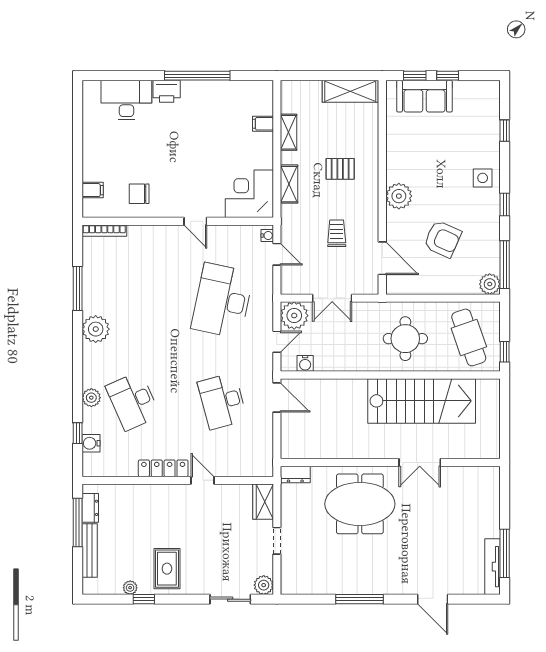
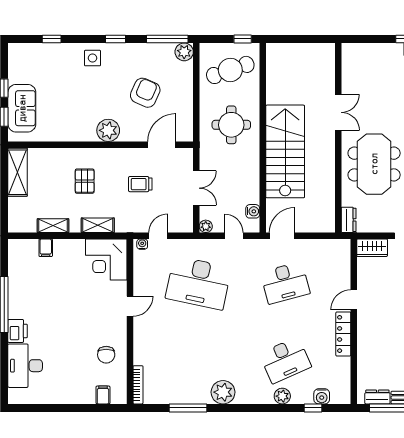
plant: (294, 316) -> (206, 226), width x0.53, depth x0.53
stairs: (422, 401) -> (285, 151), moved

